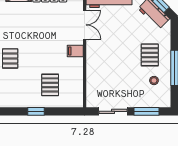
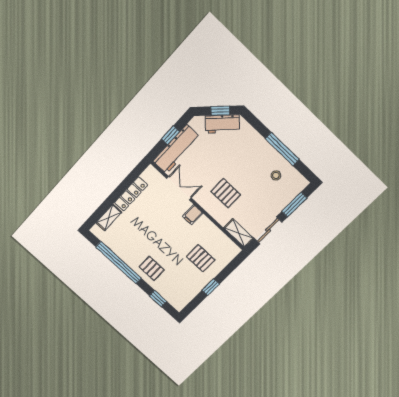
pallet: (150, 55) -> (226, 193), moved
shelving: (92, 94) -> (239, 233), added

